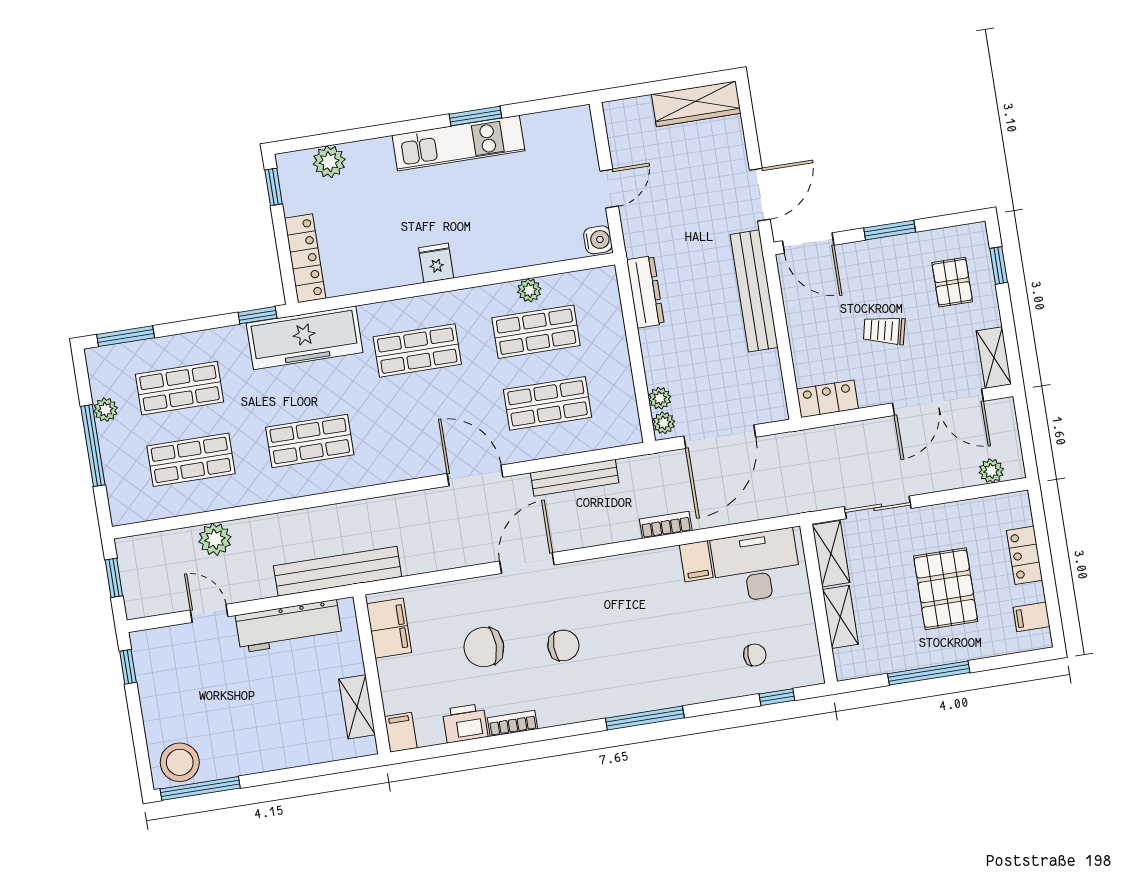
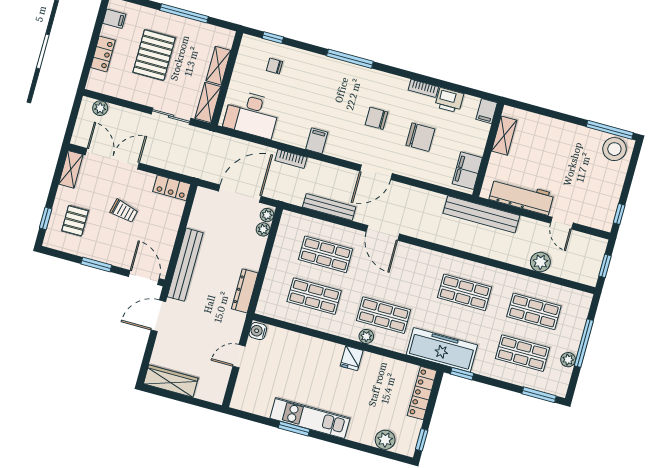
plant: (529, 290) -> (366, 336), moved
filing cabinet: (696, 561) -> (317, 141), moved

